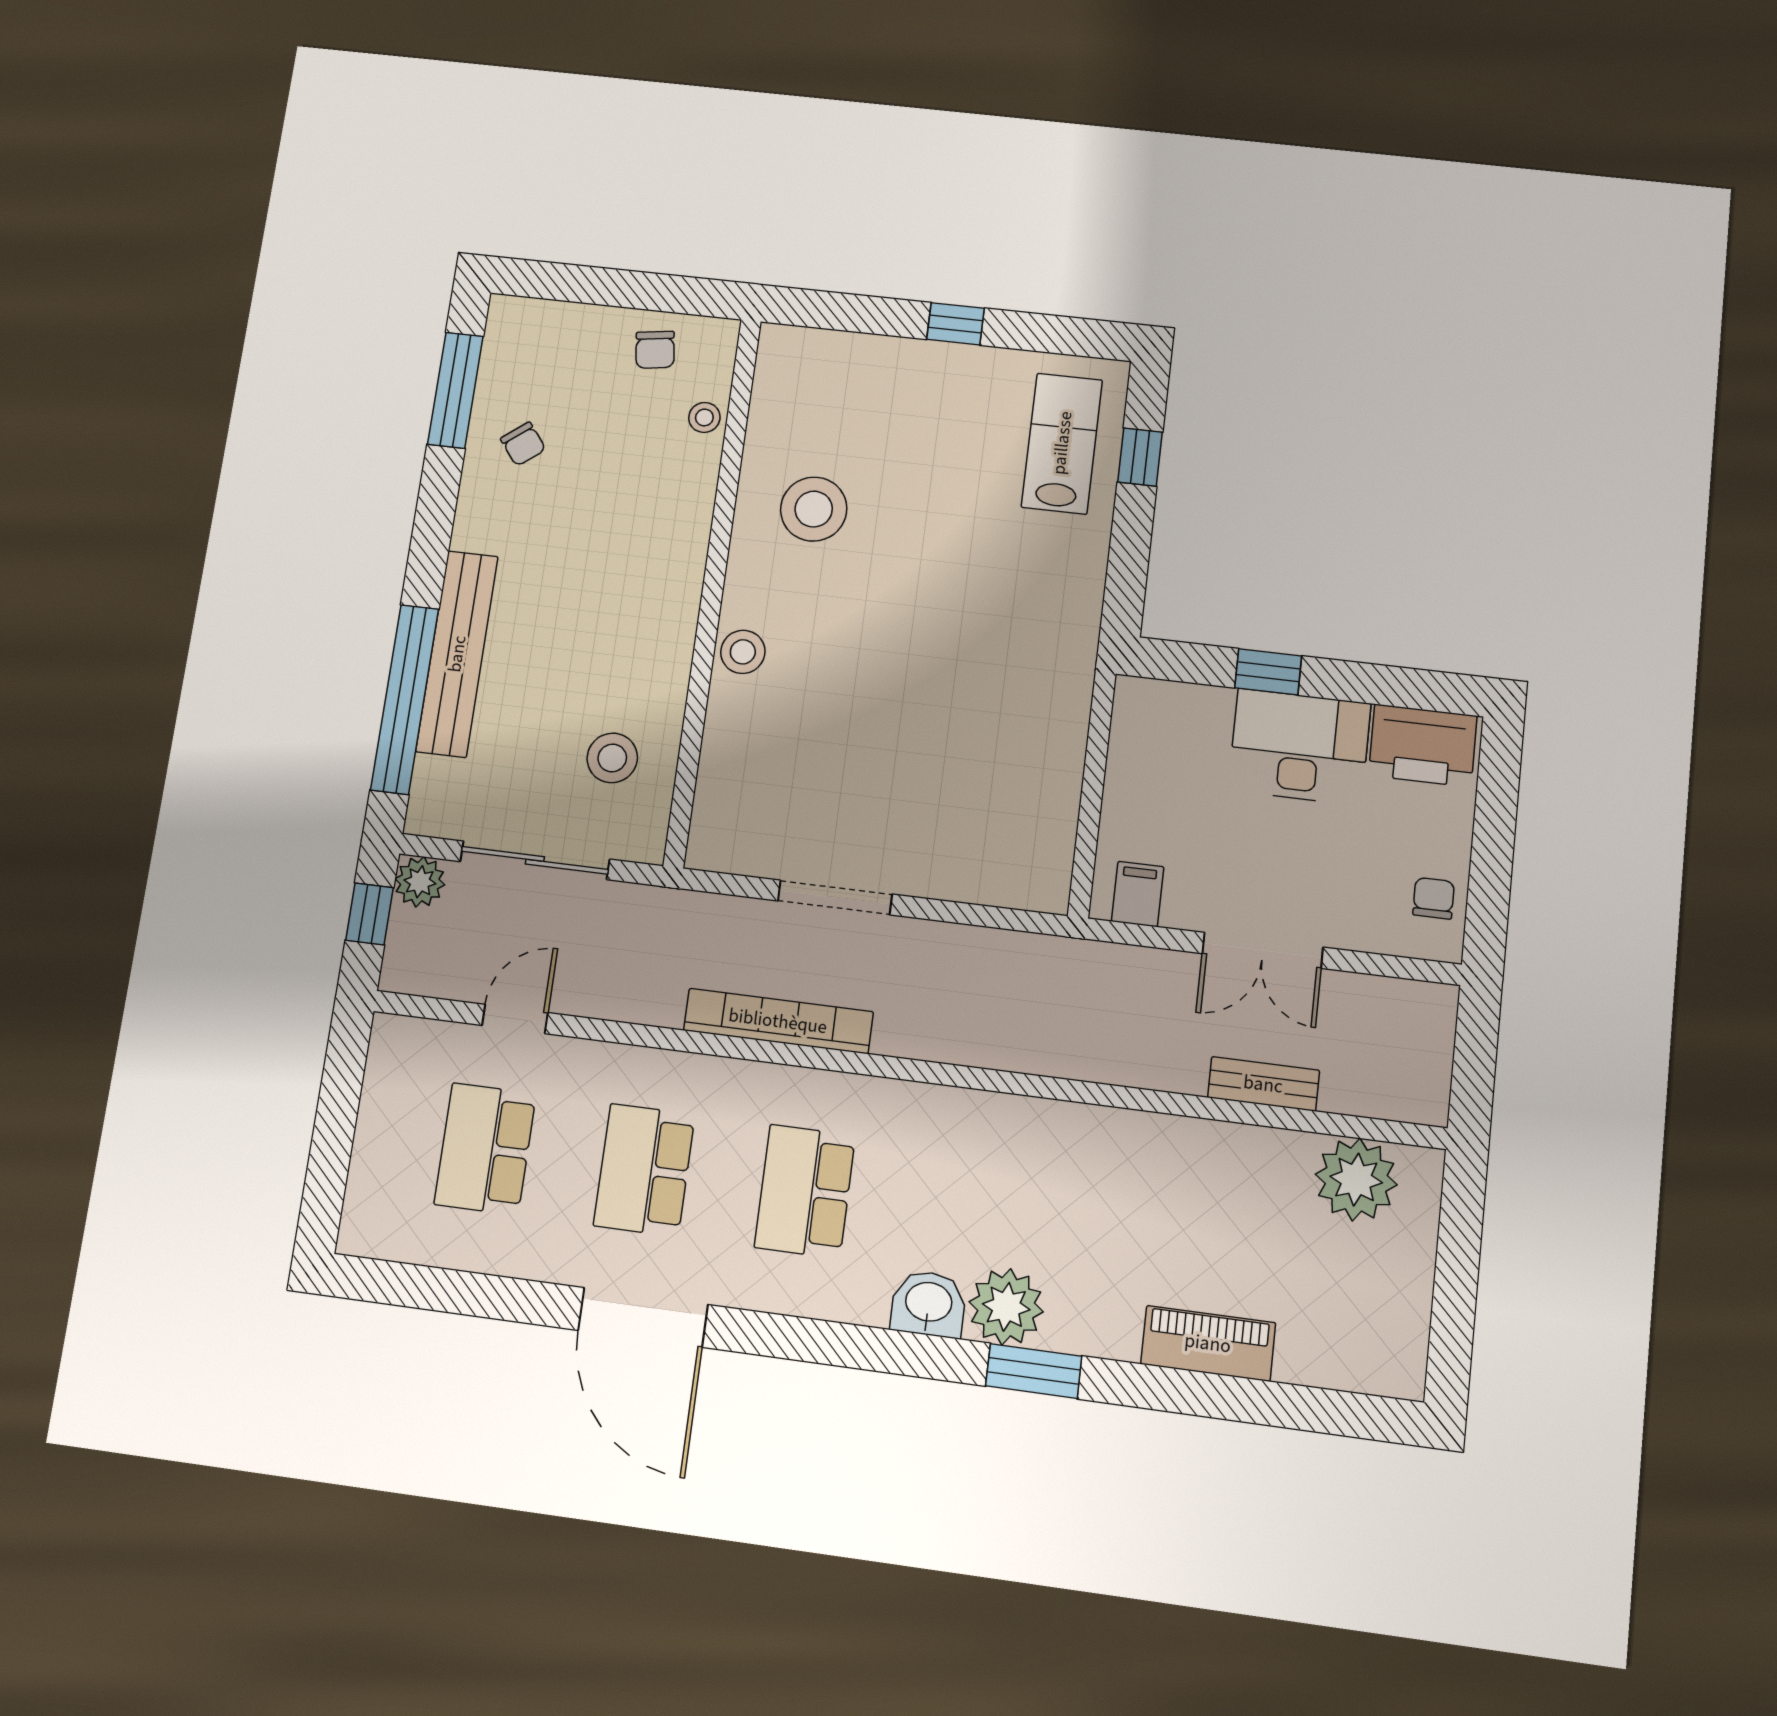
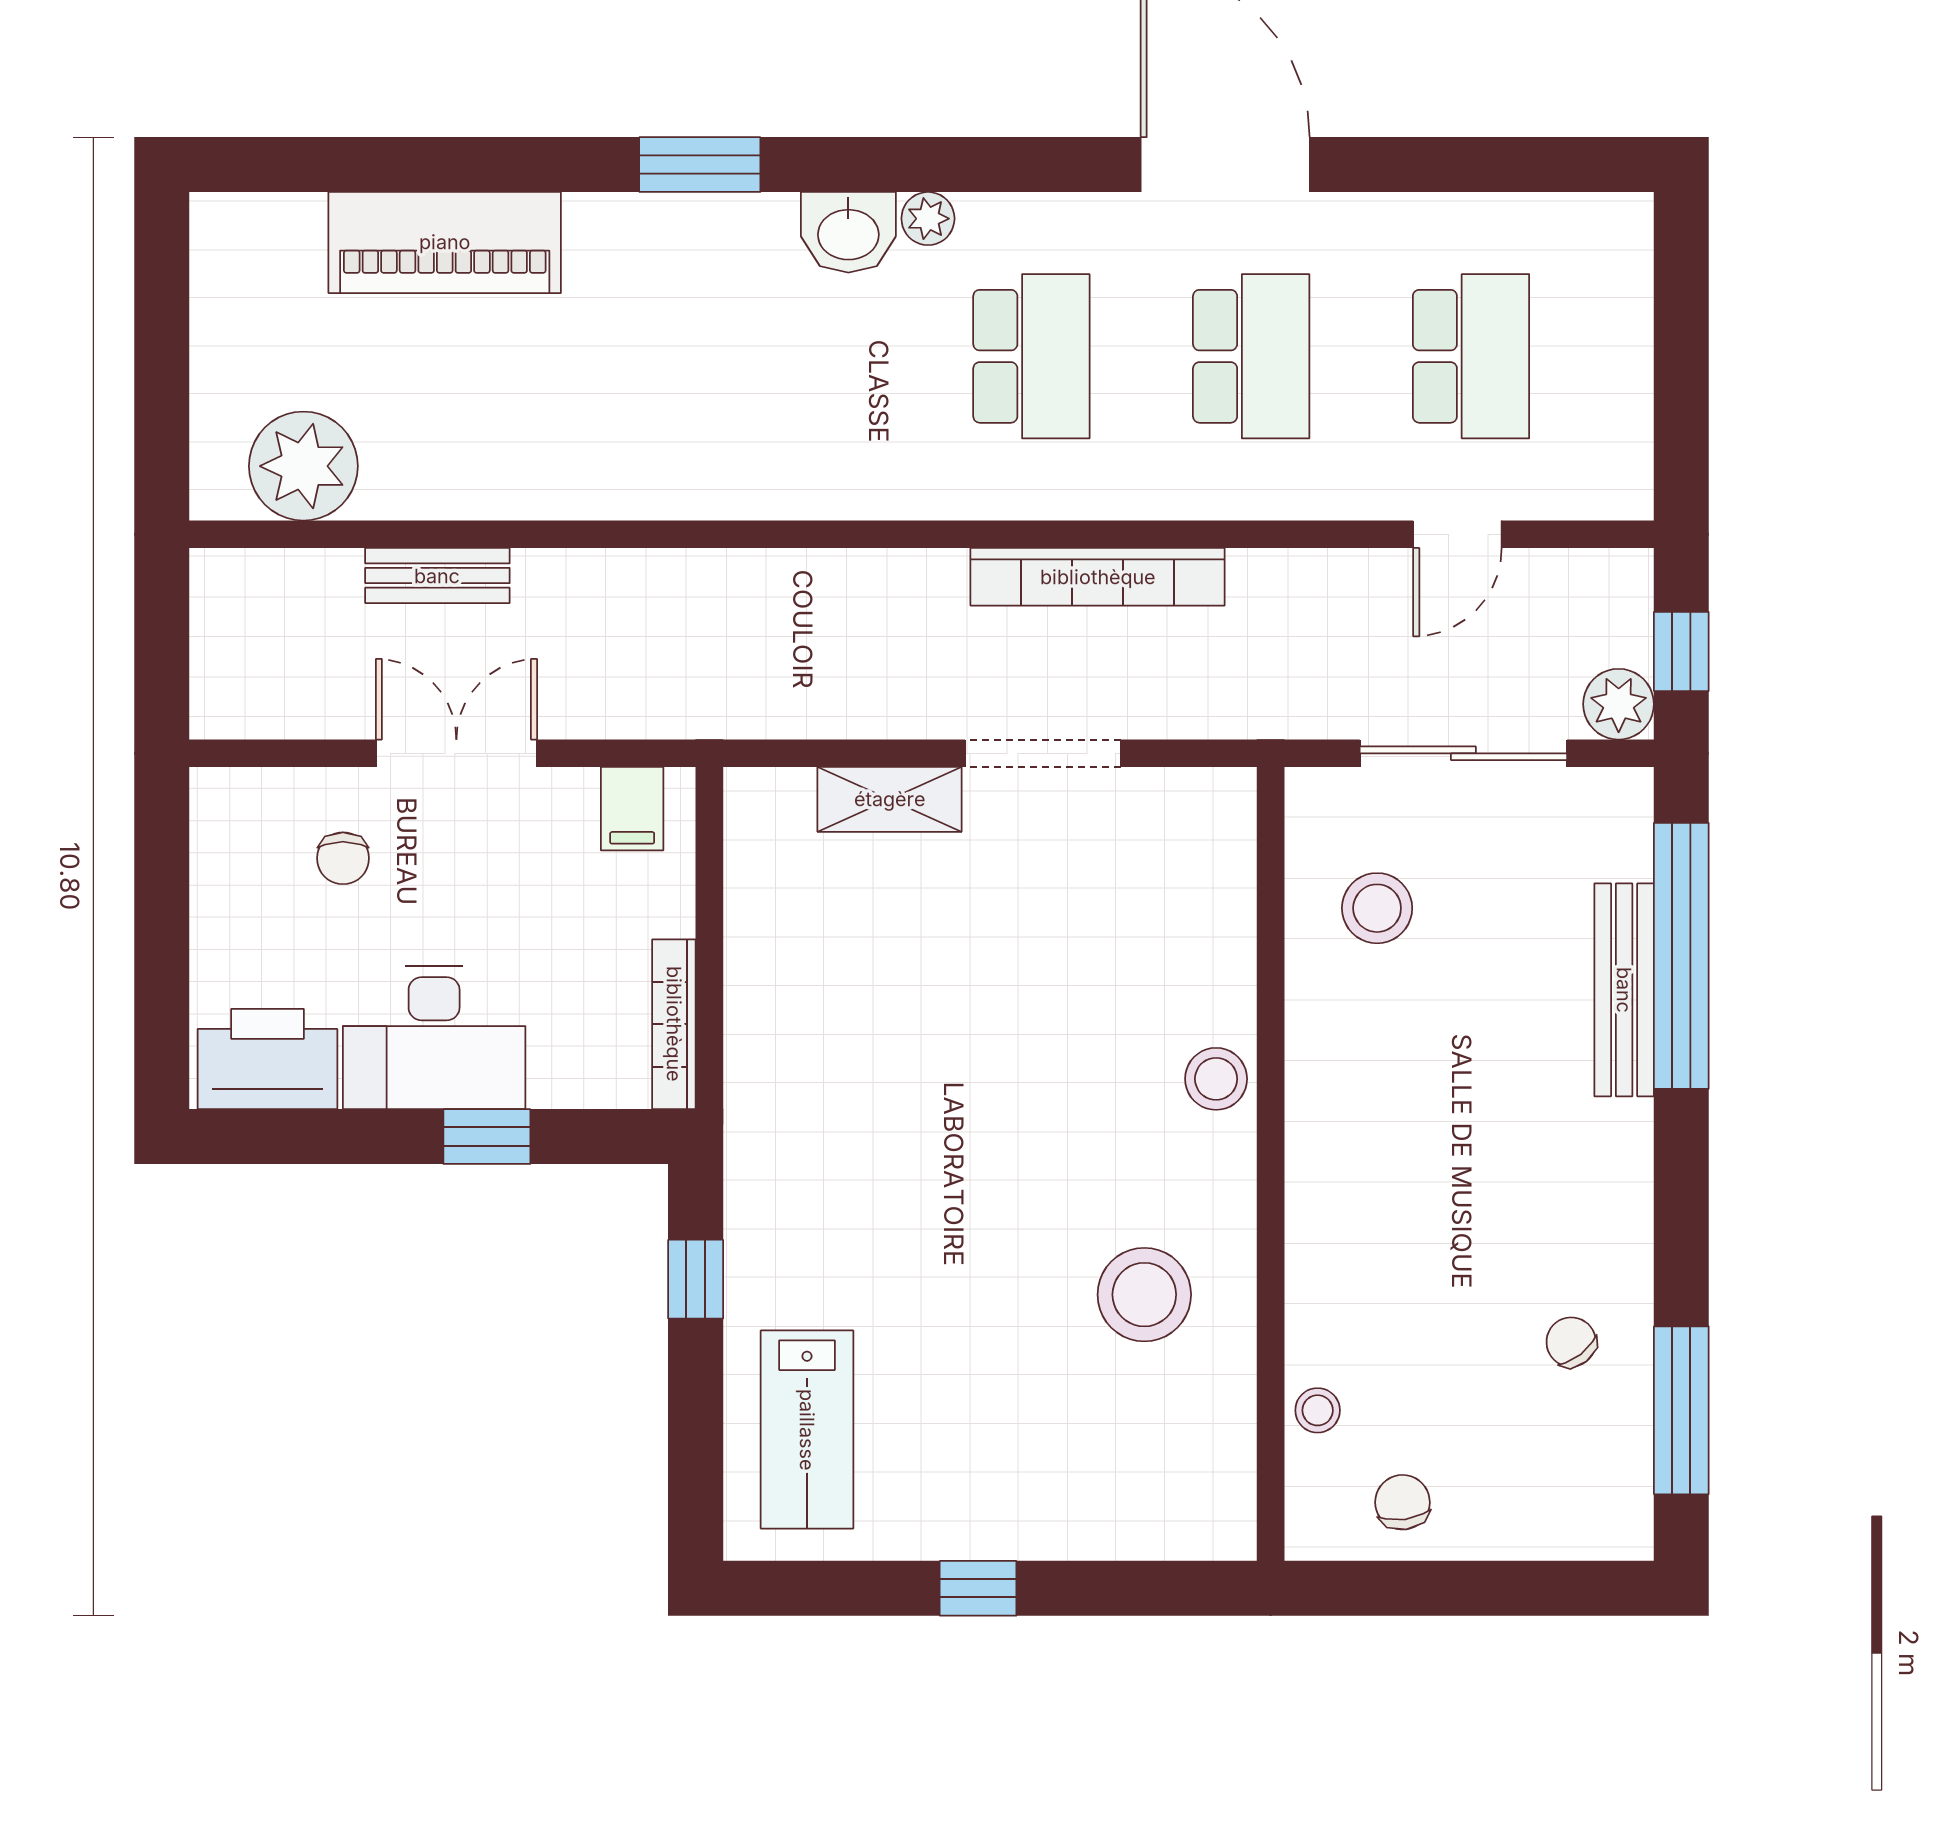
window: (1140, 457) -> (696, 1279), moved
bench: (457, 654) -> (1624, 990), width x0.73, depth x0.82
bookcase: (1124, 736) -> (674, 1024), added
shelving: (950, 878) -> (890, 799), added
chair: (1434, 898) -> (343, 858), moved
plant: (1006, 1307) -> (928, 219), moved, width x0.53, depth x0.53
piano: (1208, 1343) -> (445, 242), width x1.37, depth x1.33

